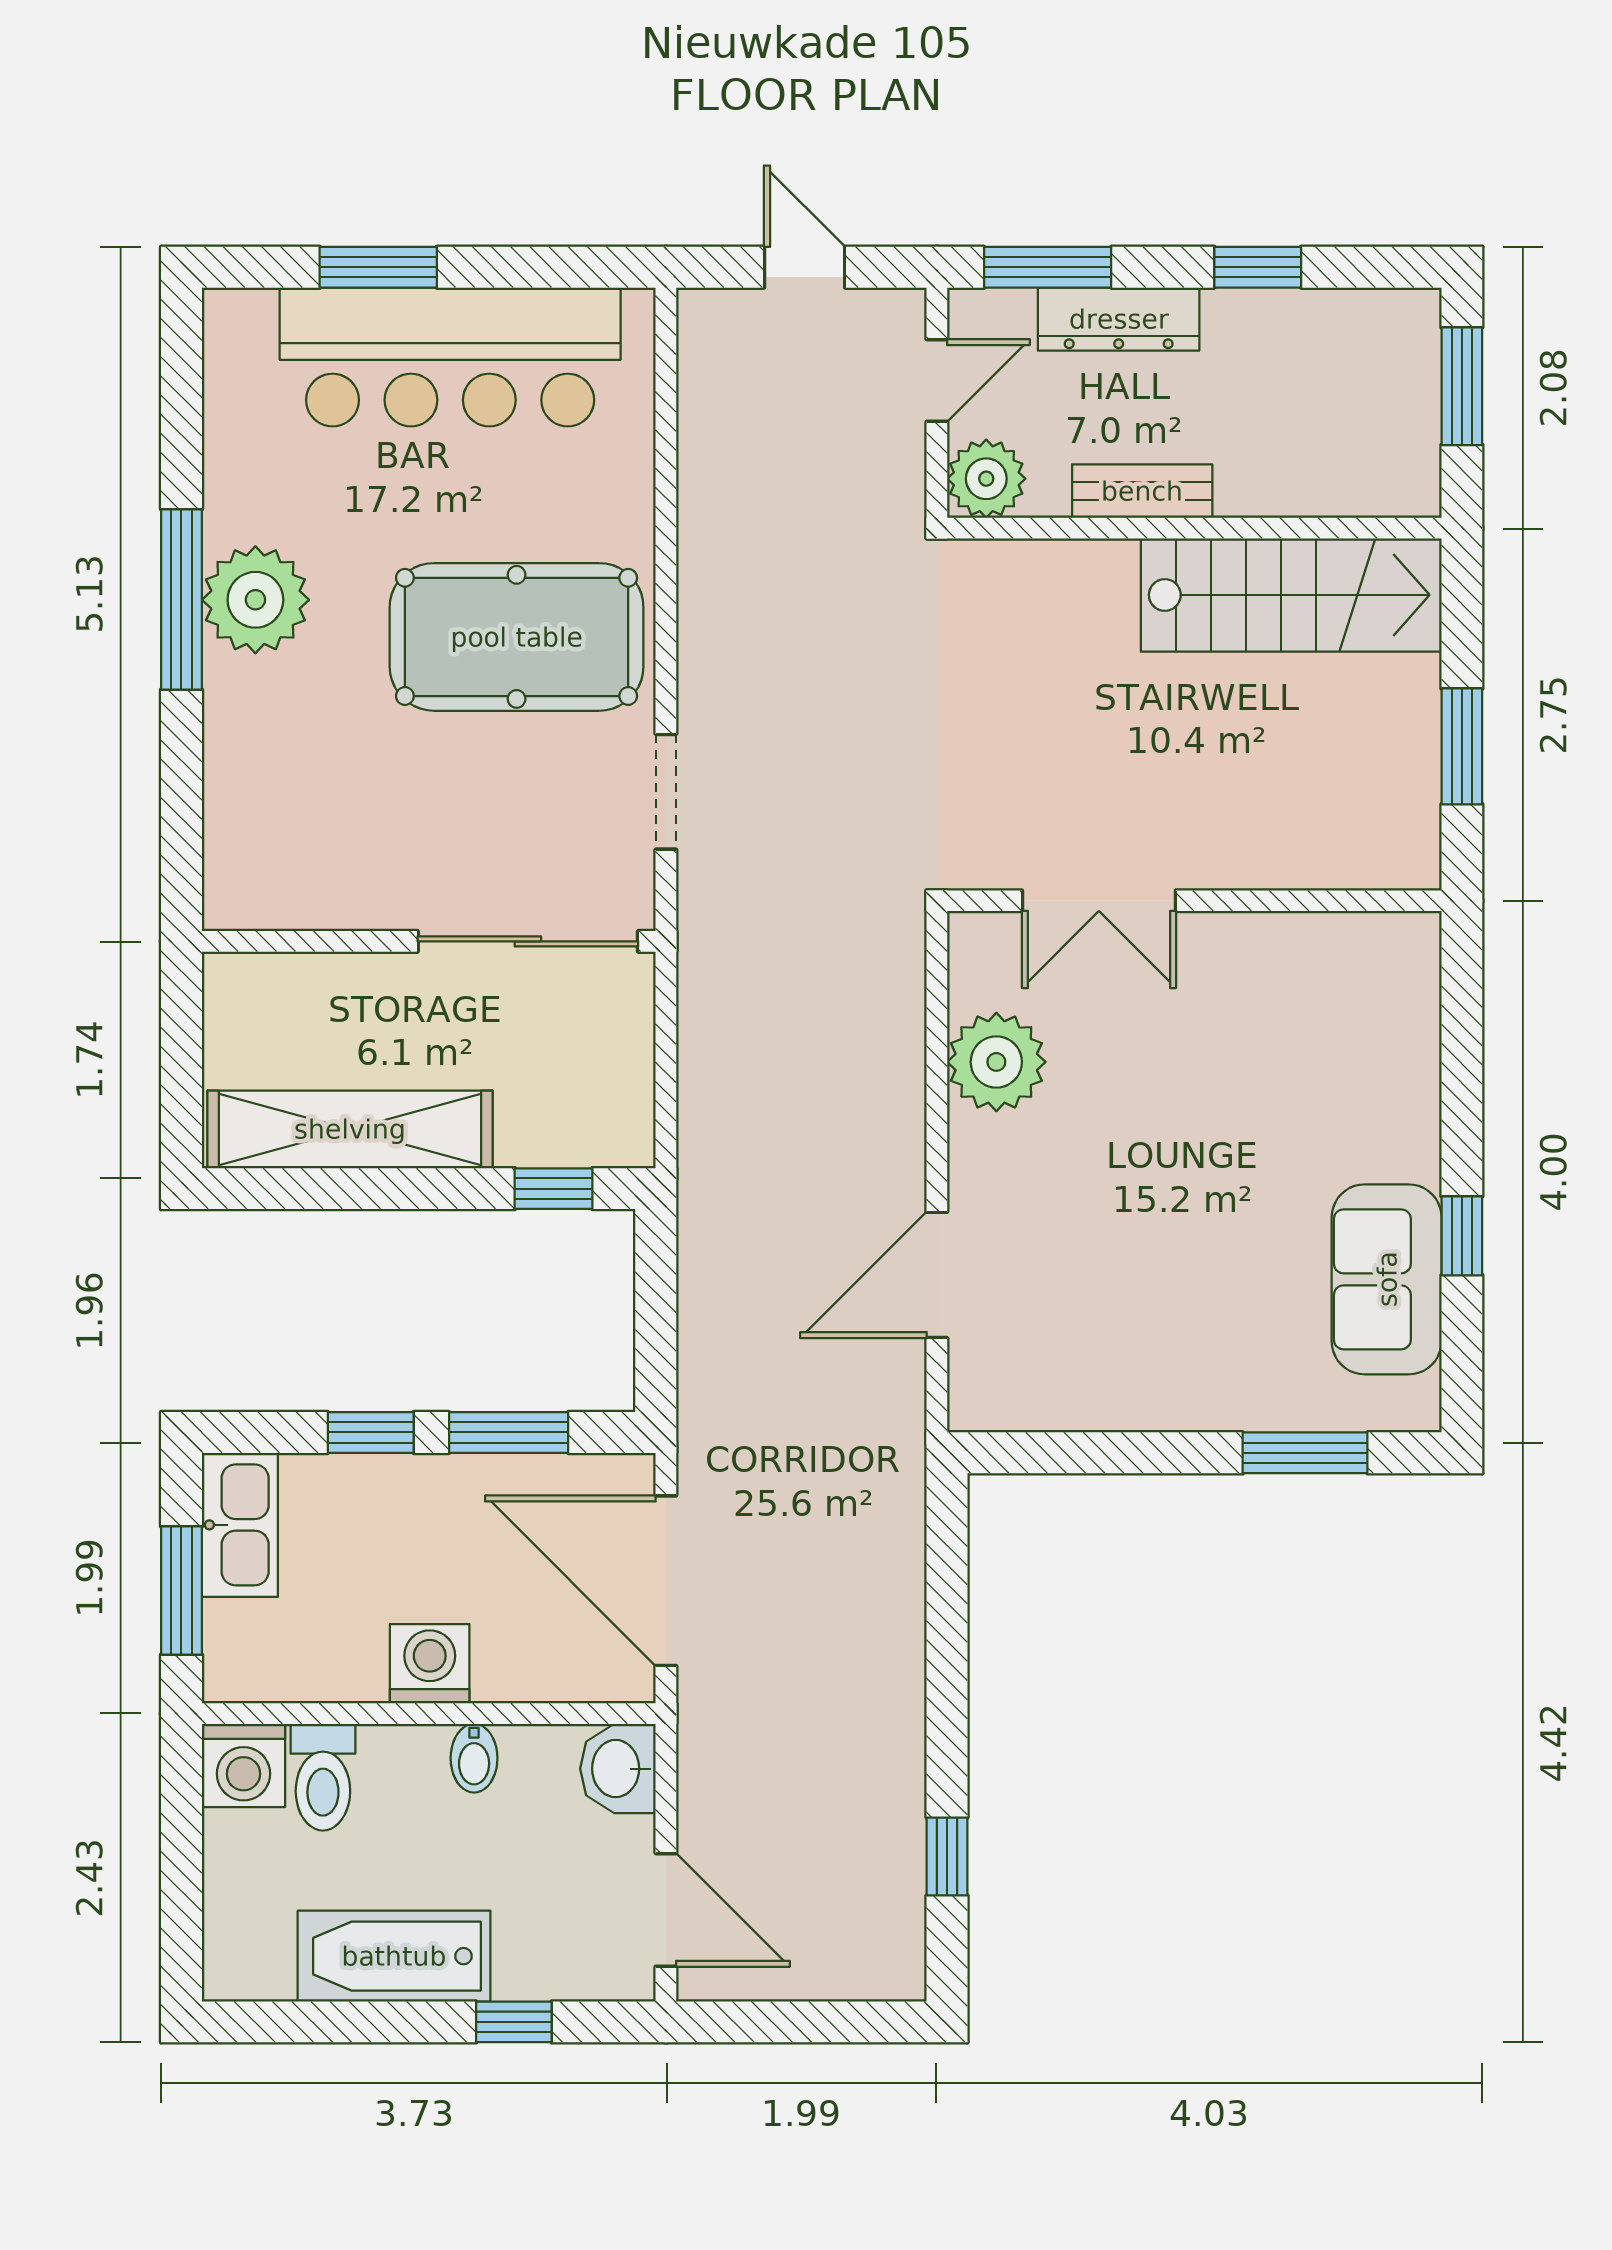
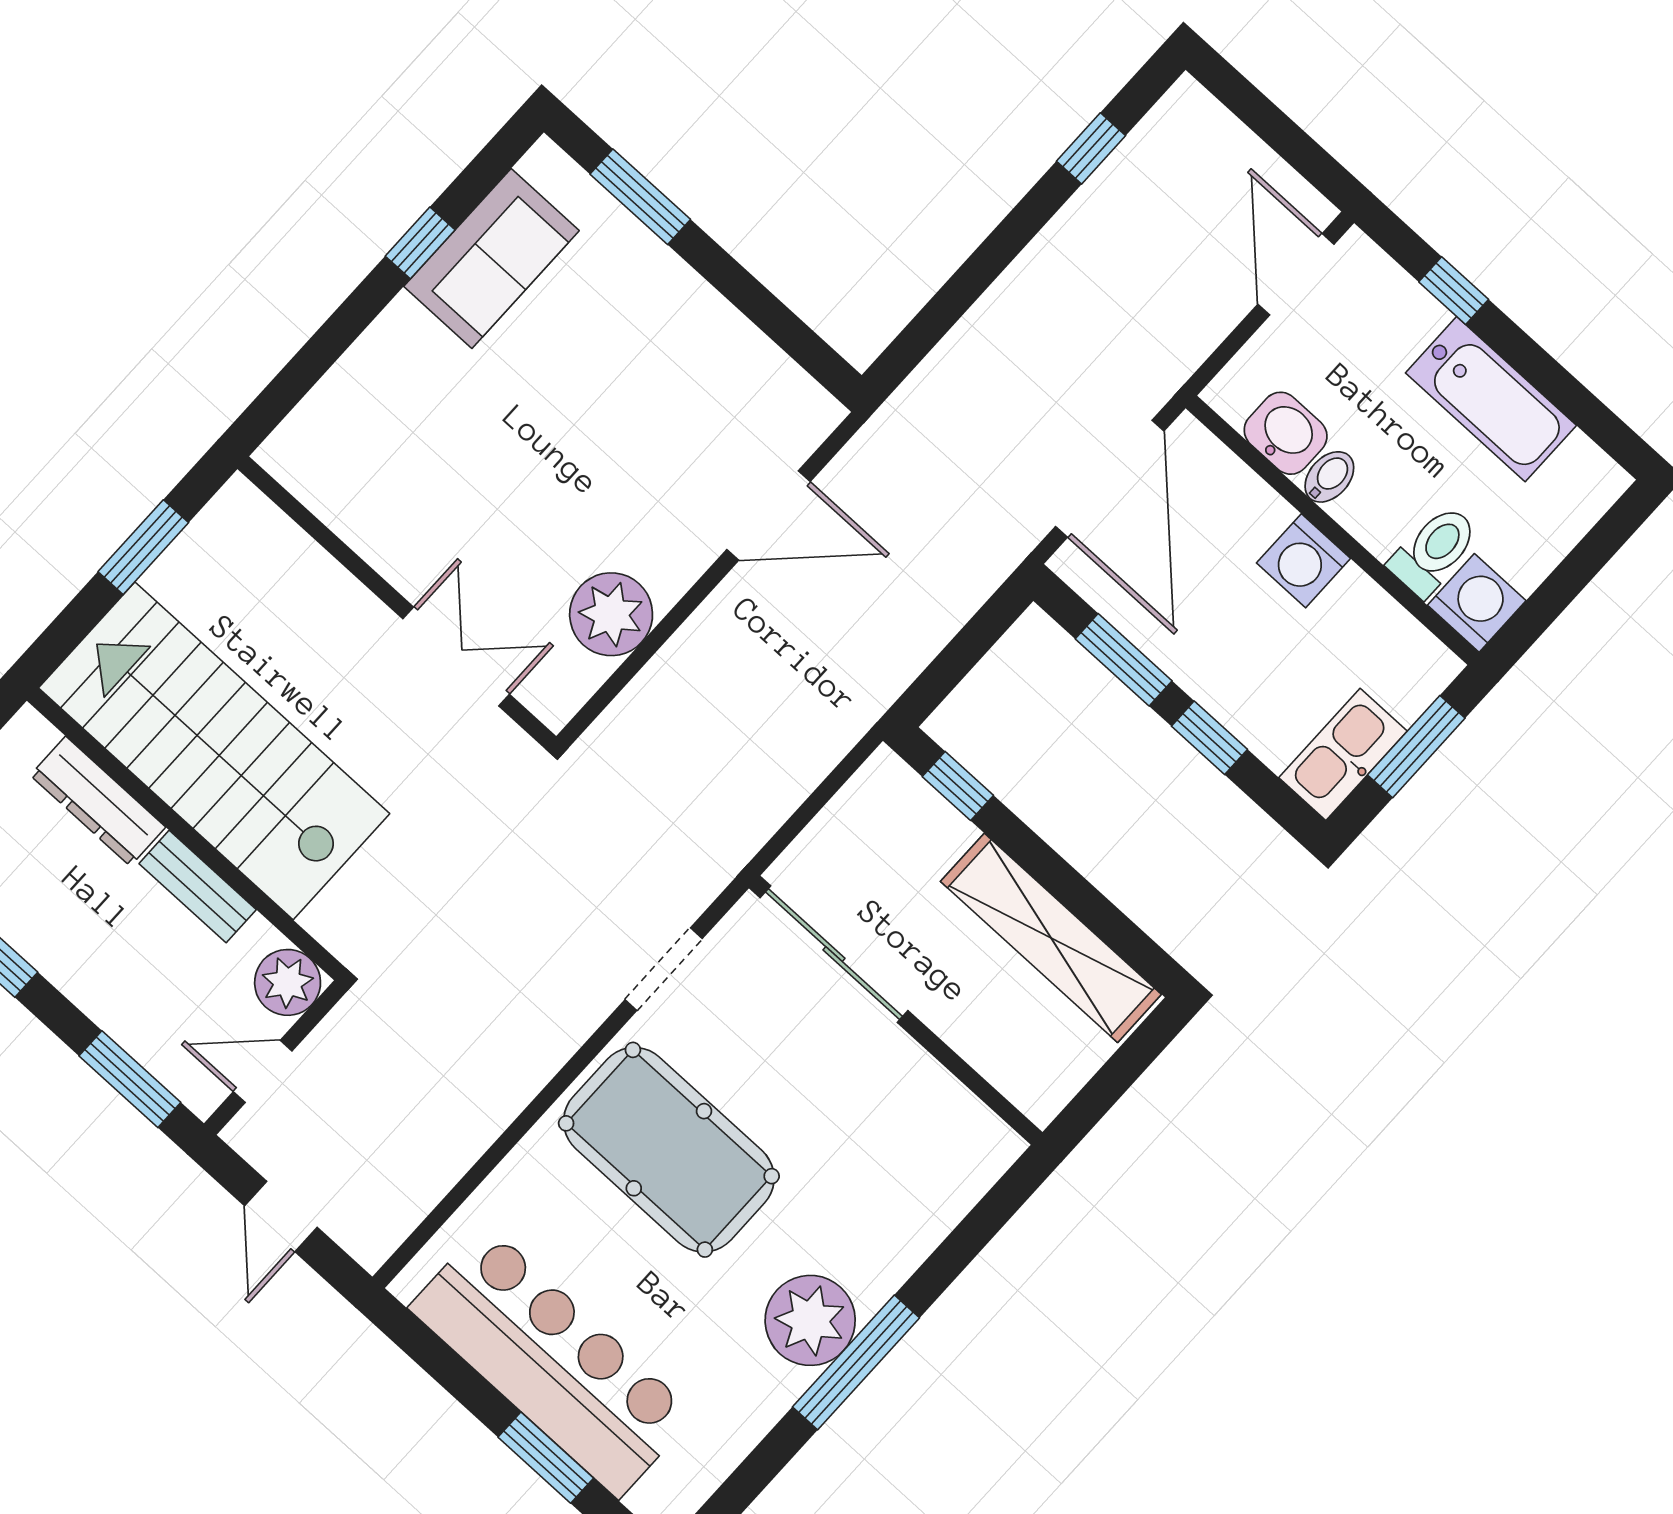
dresser: (1119, 319) -> (98, 801), moved, turned 180
stairs: (1291, 595) -> (214, 751), width x1.36, depth x1.51
washbasin: (618, 1769) -> (1286, 433), moved, turned -90

